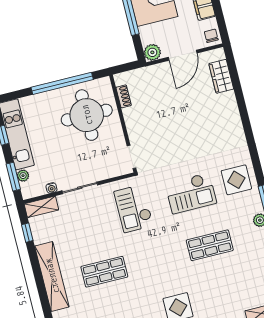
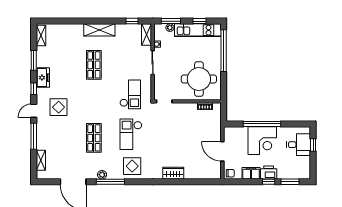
plant: (152, 52) -> (229, 132), removed
wardrobe: (221, 76) -> (173, 173), moved
window: (62, 83) -> (224, 51), moved
checkout: (134, 209) -> (130, 94), turned 90
shelving: (52, 276) -> (99, 30), width x0.68

